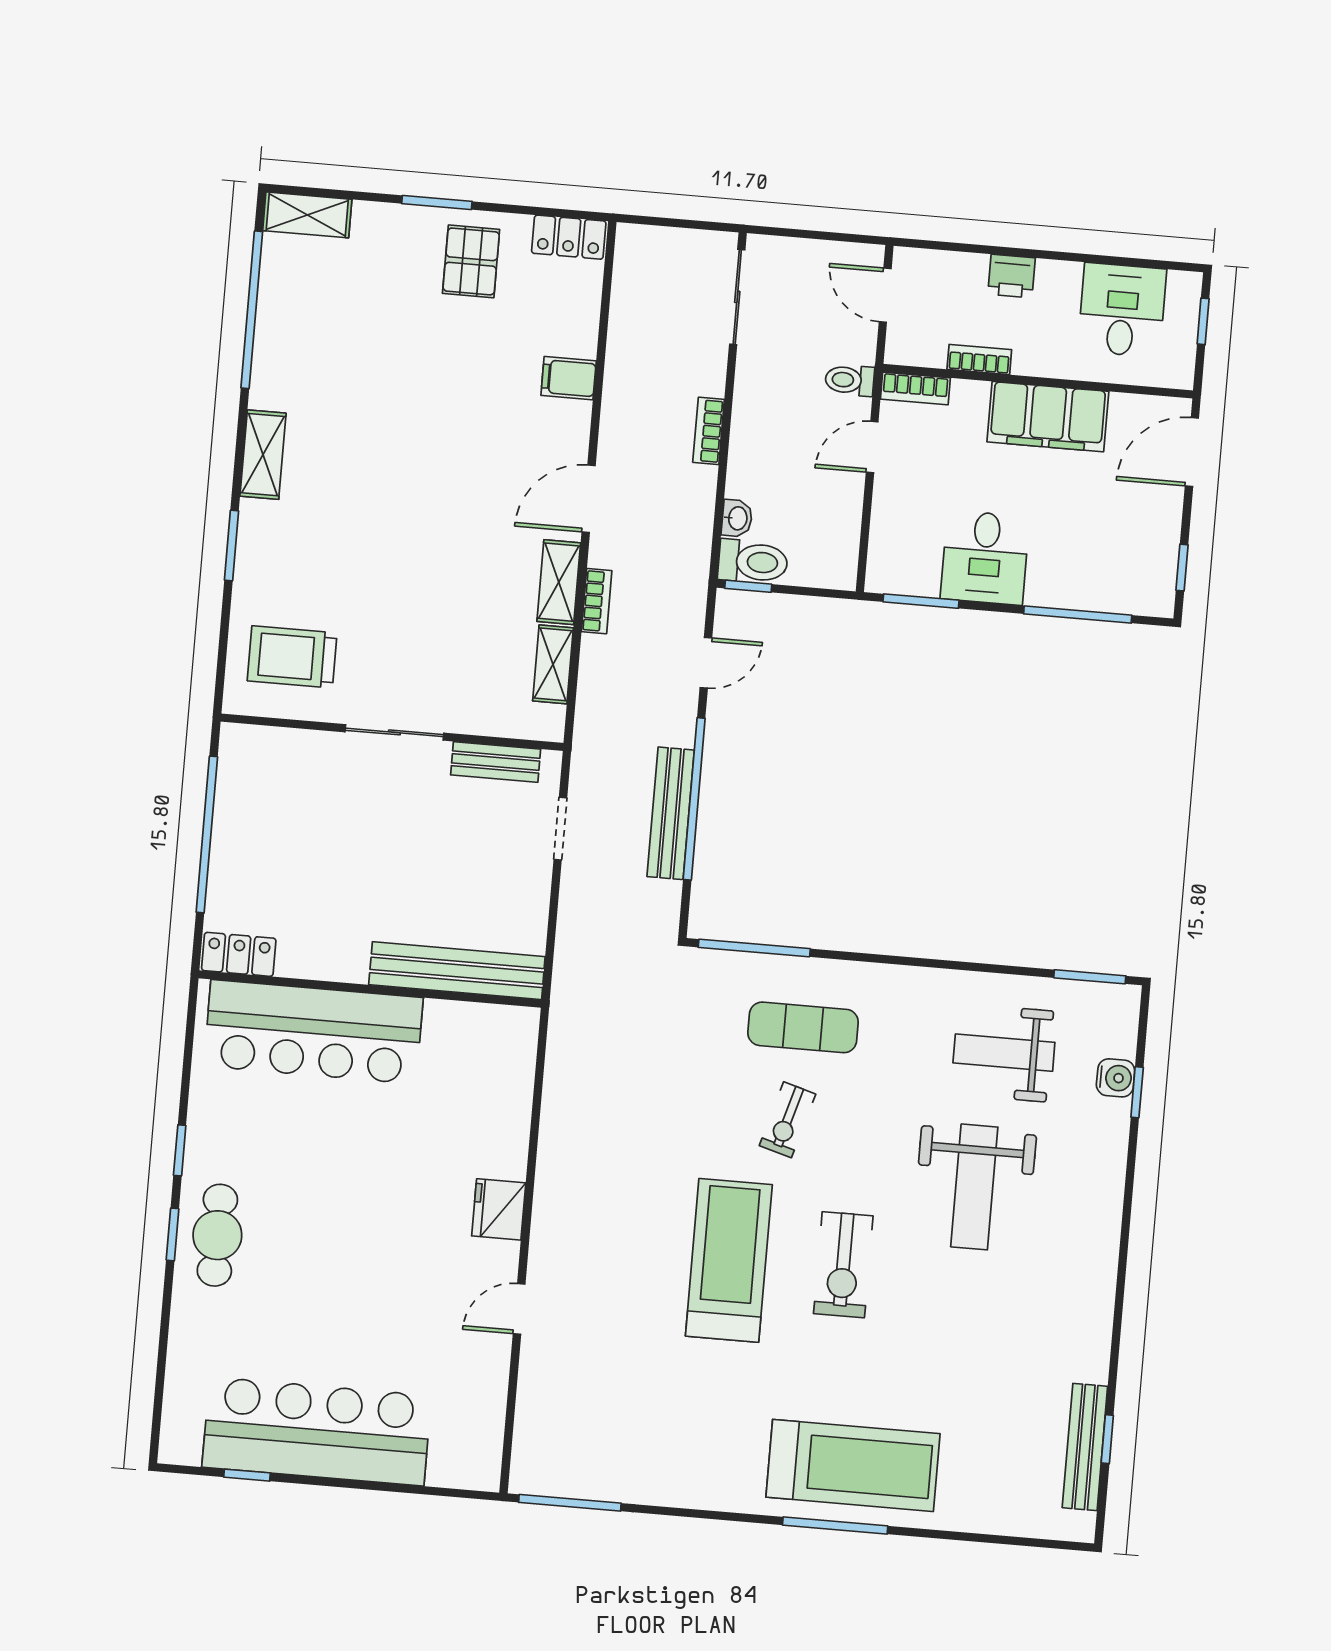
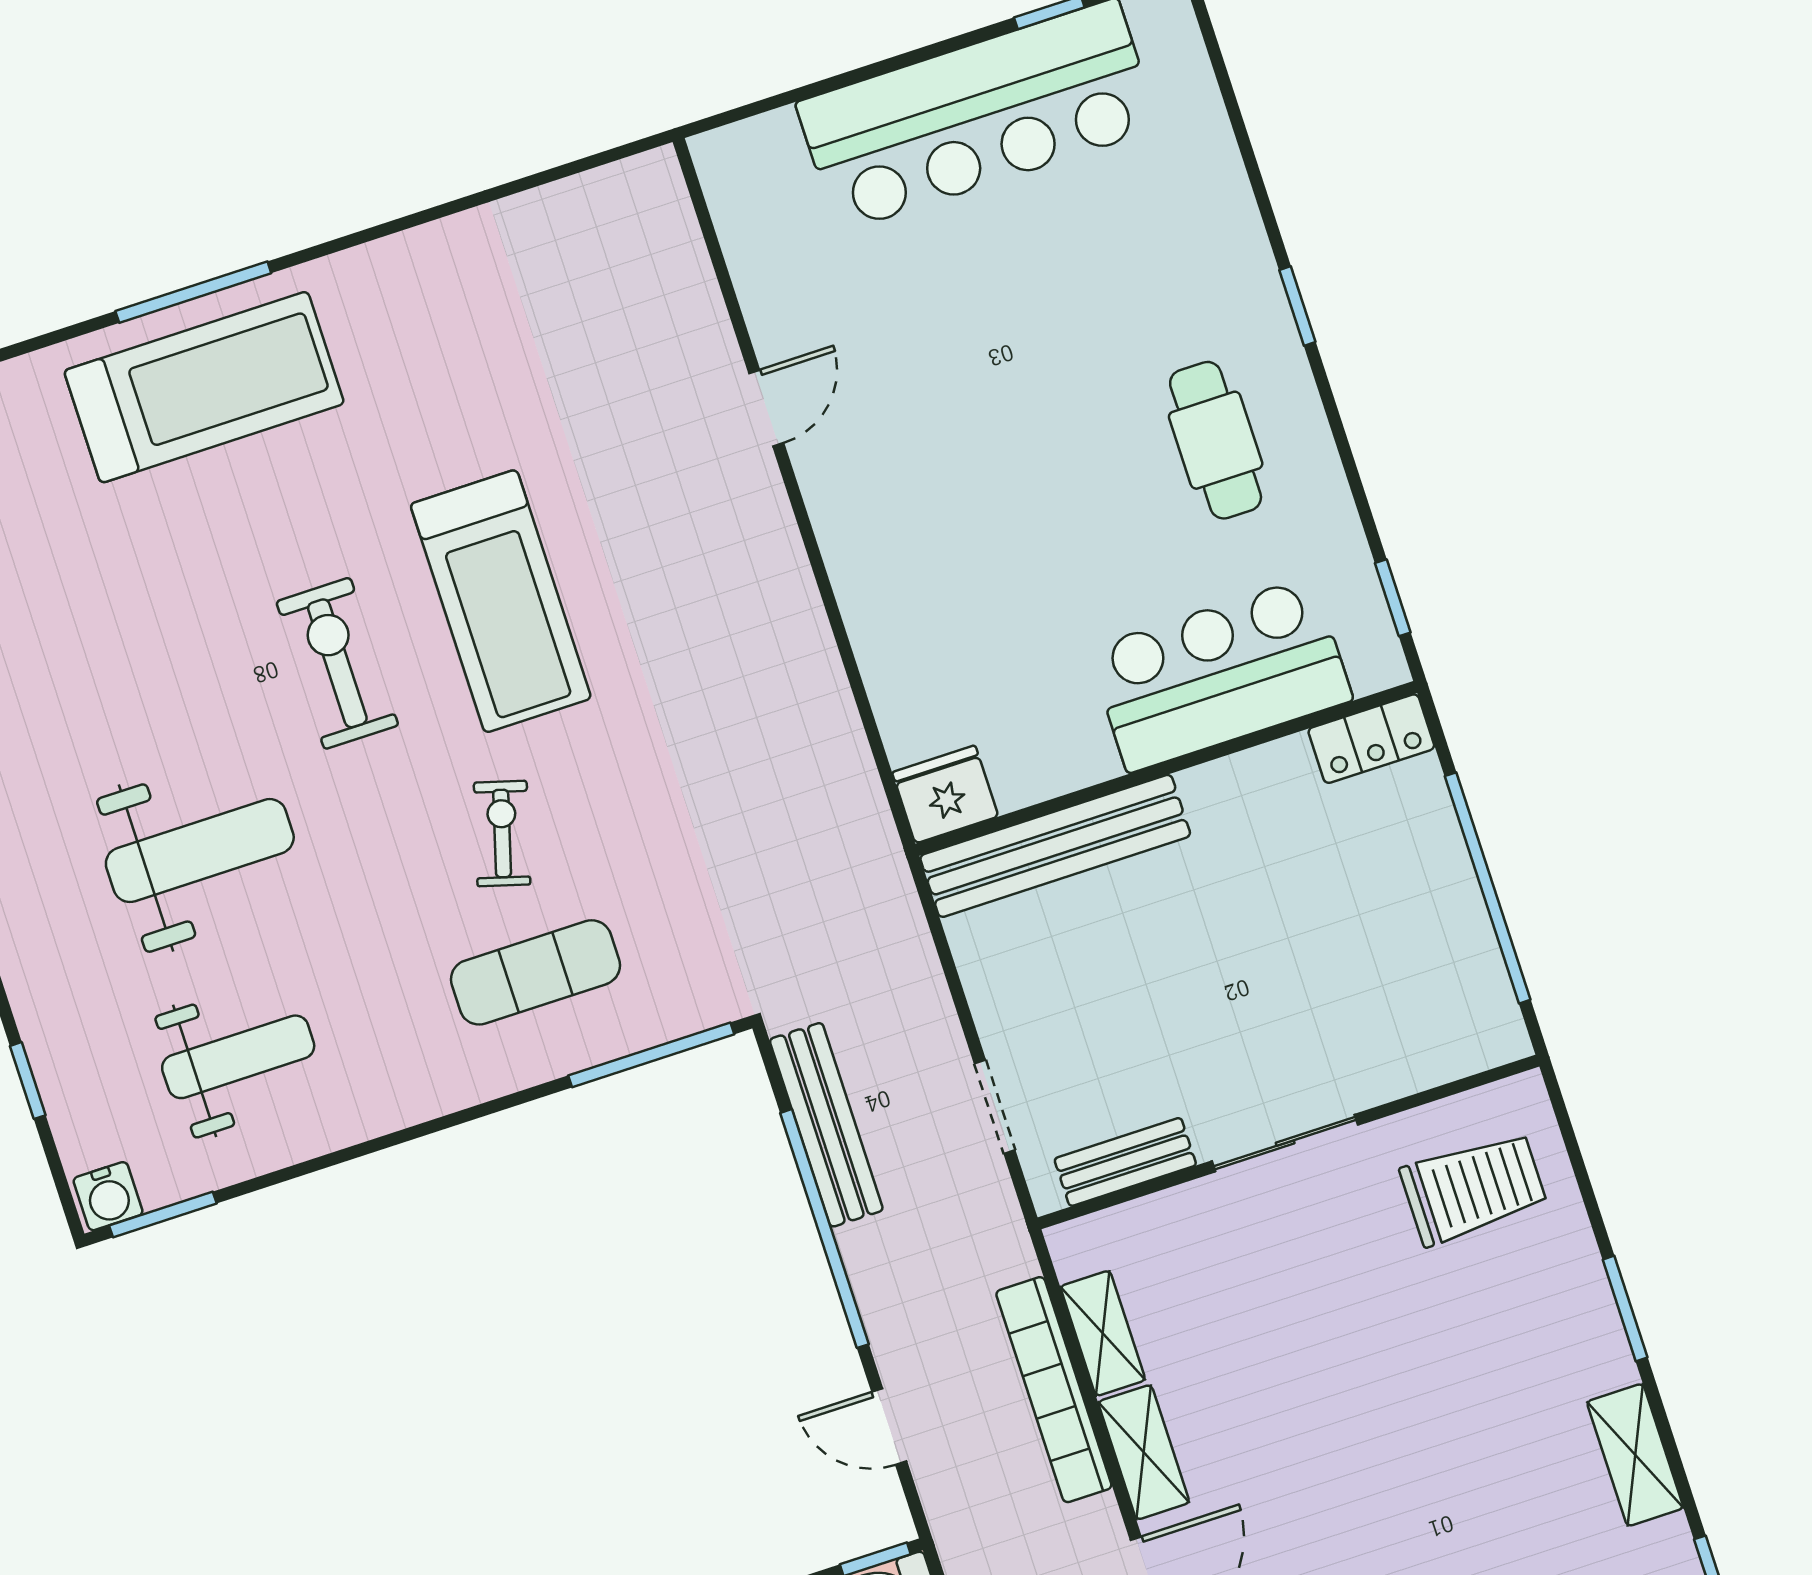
bookcase: (597, 601) -> (1054, 1390), width x2.31, depth x1.31
door: (706, 663) -> (889, 1427), hinge flipped
bench: (671, 813) -> (826, 1125), moved
bar counter: (313, 1032) -> (1220, 674), width x0.73
water cooler: (1116, 1078) -> (108, 1196), moved, turned -90
window: (180, 1150) -> (1393, 598), moved
weight bench: (974, 1187) -> (200, 851), turned 90
fridge: (499, 1209) -> (945, 794), moved, turned -90
cafe table: (217, 1235) -> (1216, 440), moved
treadmill: (853, 1465) -> (204, 387), turned 180
window: (570, 1503) -> (579, 166), removed

